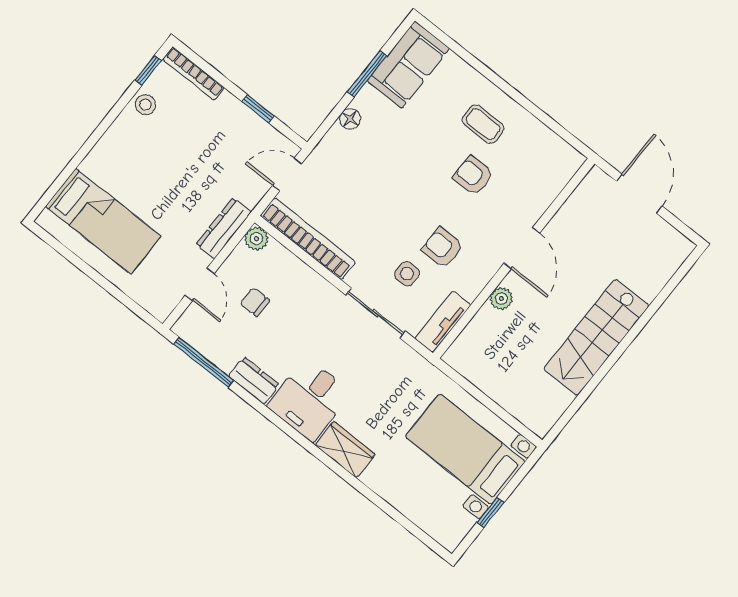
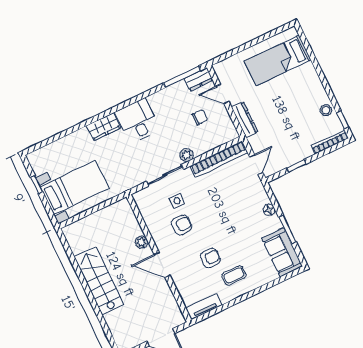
plant: (256, 239) -> (187, 155), moved
tv unit: (443, 322) -> (204, 307), moved, turned -90
dresser: (254, 381) -> (199, 79), moved

